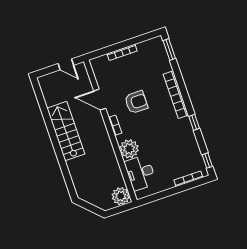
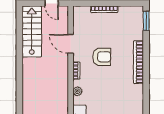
window: (194, 122) -> (146, 92), removed
stairs: (66, 131) -> (32, 31), moved
plant: (129, 149) -> (77, 91), width x0.53, depth x0.53

